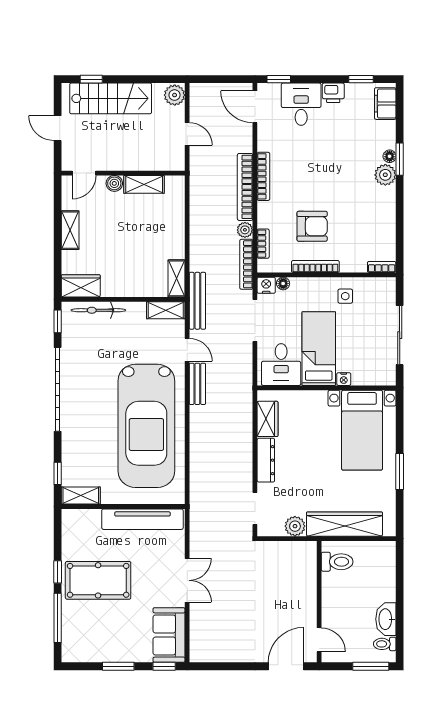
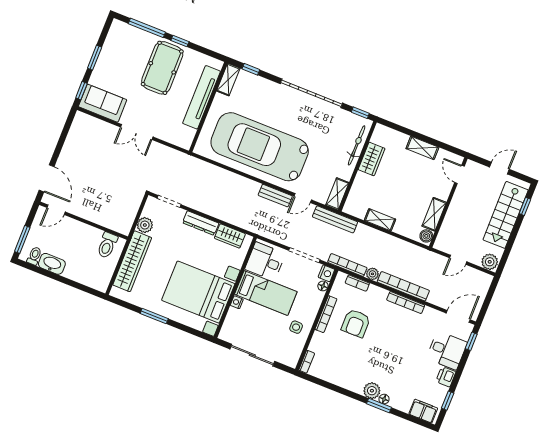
boiler: (114, 183) -> (426, 236), moved
shelving: (177, 278) -> (380, 220), moved
wardrobe: (81, 286) -> (372, 159), moved
bed with nightstands: (362, 430) -> (198, 292), width x1.36
tv unit: (142, 519) -> (202, 97), moved

